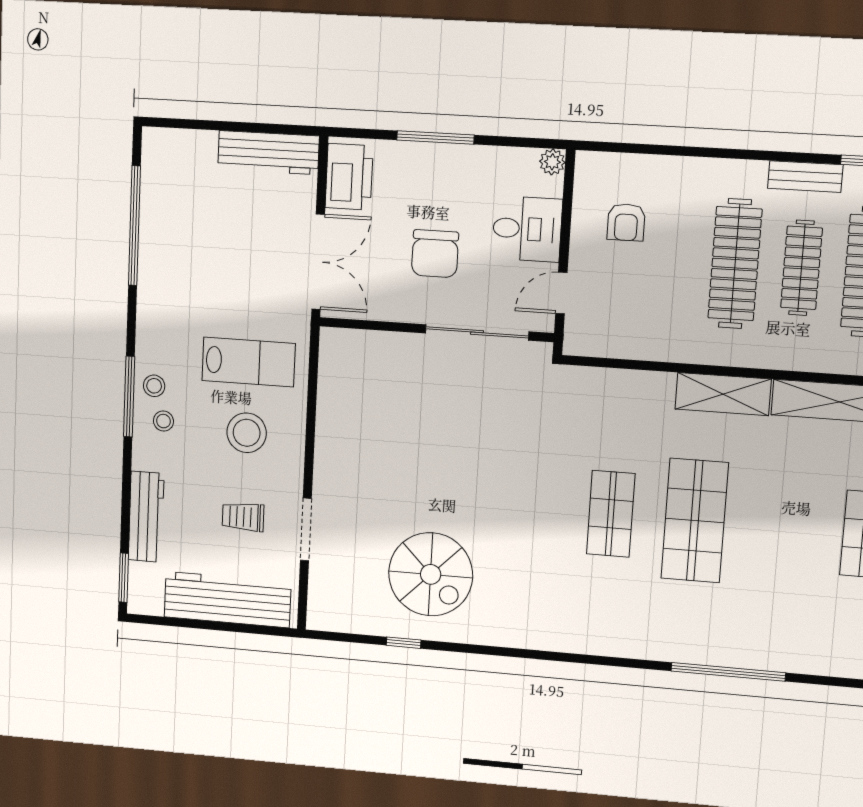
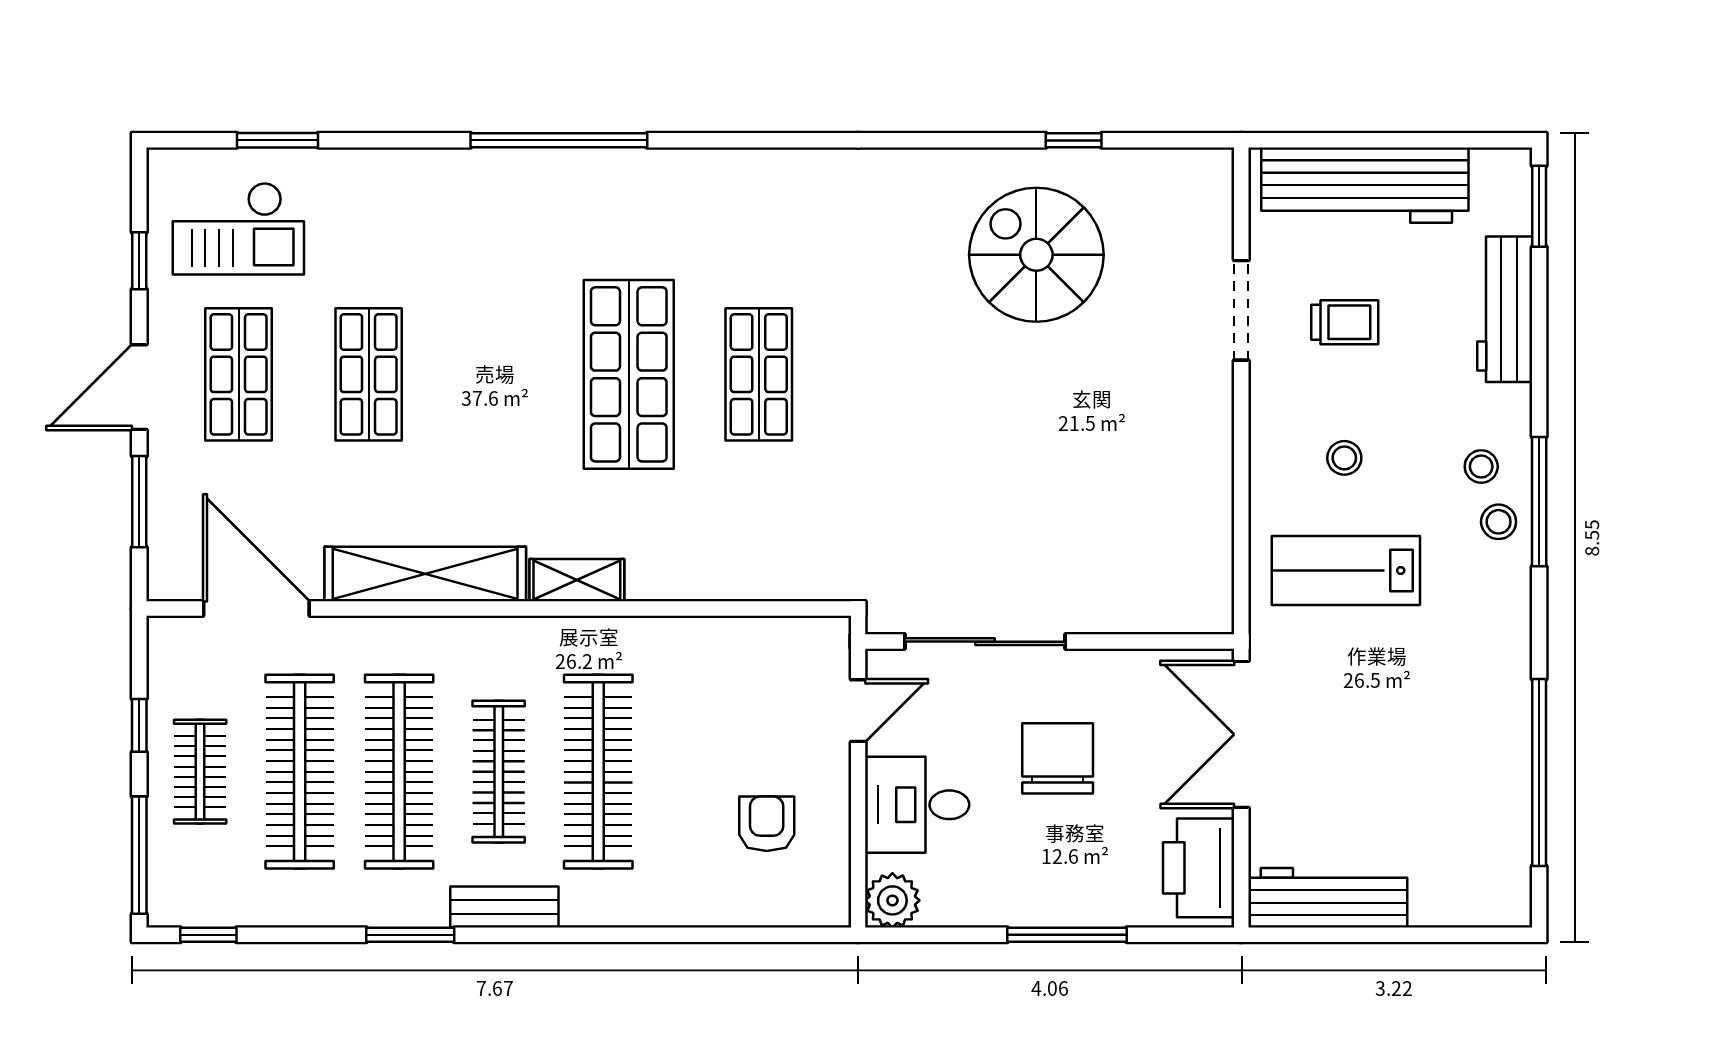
plant: (552, 162) -> (892, 900), width x1.38, depth x1.38
shelving: (723, 394) -> (577, 580), width x0.67, depth x0.75
stool: (247, 433) -> (1344, 458), width x0.53, depth x0.53

